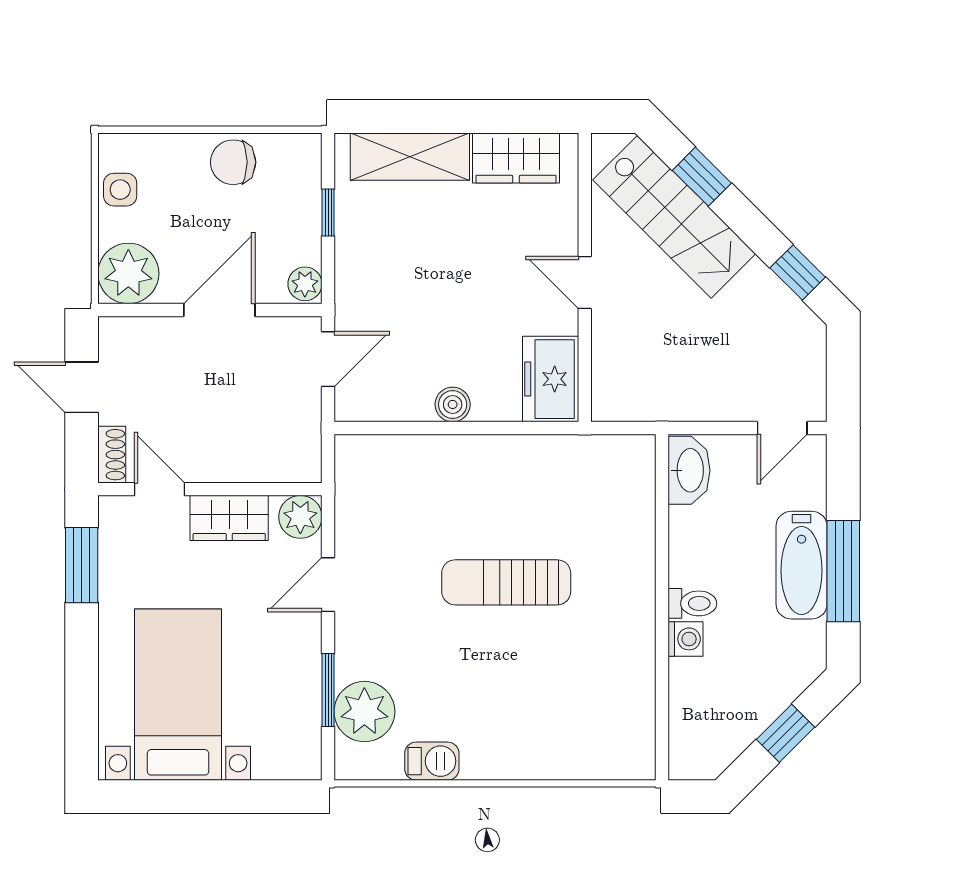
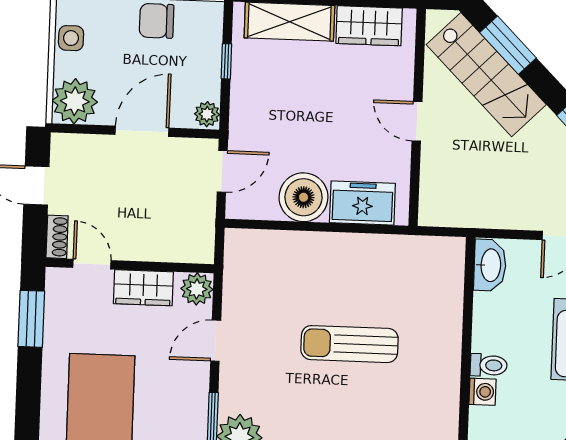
window: (702, 177) -> (508, 45), width x1.50
freezer: (551, 379) -> (362, 203), moved, turned 90
boiler: (453, 404) -> (303, 197), width x1.86, depth x1.86

